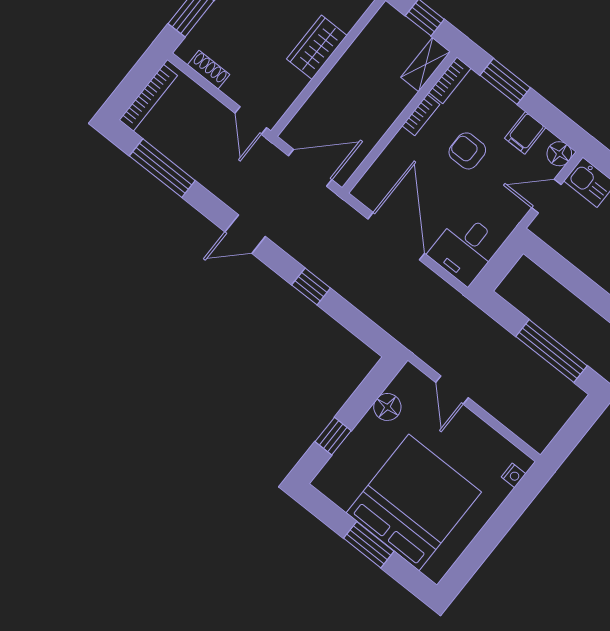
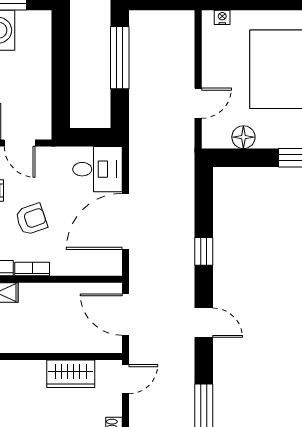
wardrobe: (317, 47) -> (71, 374), moved
armchair: (467, 151) -> (31, 219), turned -109

